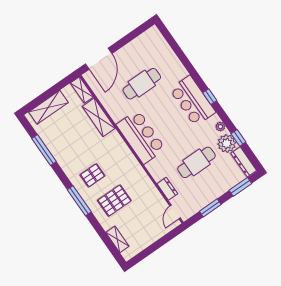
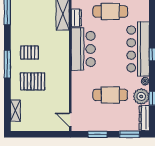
bar counter: (193, 101) -> (138, 49), width x1.36
dresser: (167, 189) -> (76, 18), moved
door: (175, 212) -> (70, 120), hinge flipped

